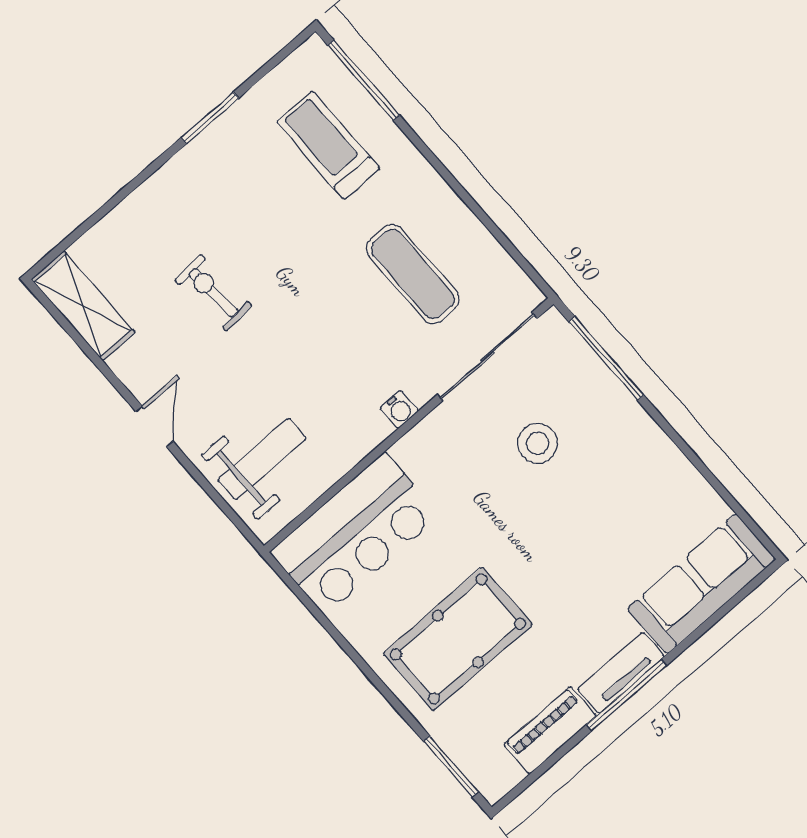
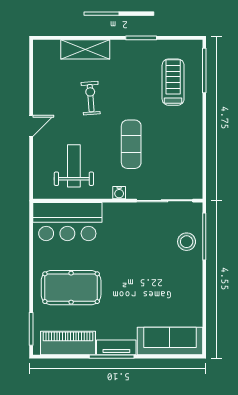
exercise mat: (413, 274) -> (131, 144), moved
shelving: (83, 306) -> (85, 49), moved, turned 90
stool: (537, 443) -> (187, 242), moved
weight bench: (262, 459) -> (74, 166), moved, turned -90
piano: (550, 730) -> (68, 343), width x1.37, depth x1.33

